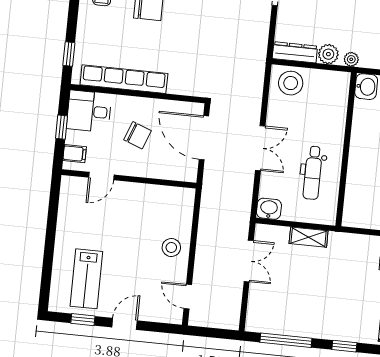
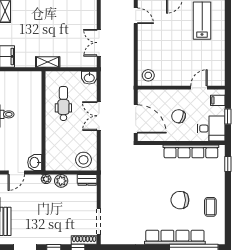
dresser: (295, 52) -> (87, 180), width x0.70
shelving: (309, 237) -> (48, 62), moved
stool: (171, 247) -> (148, 75), moved

